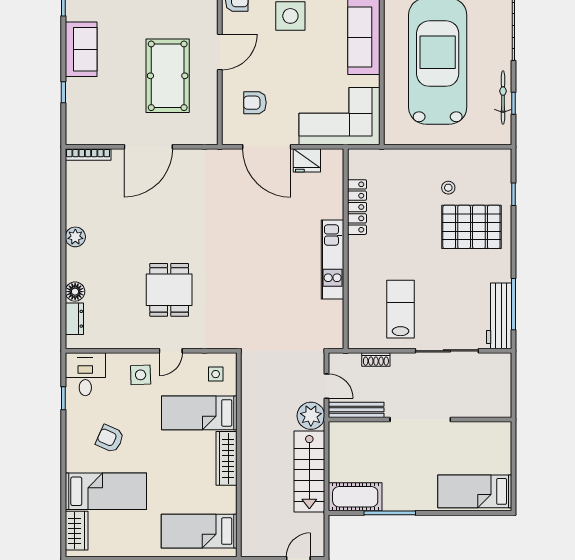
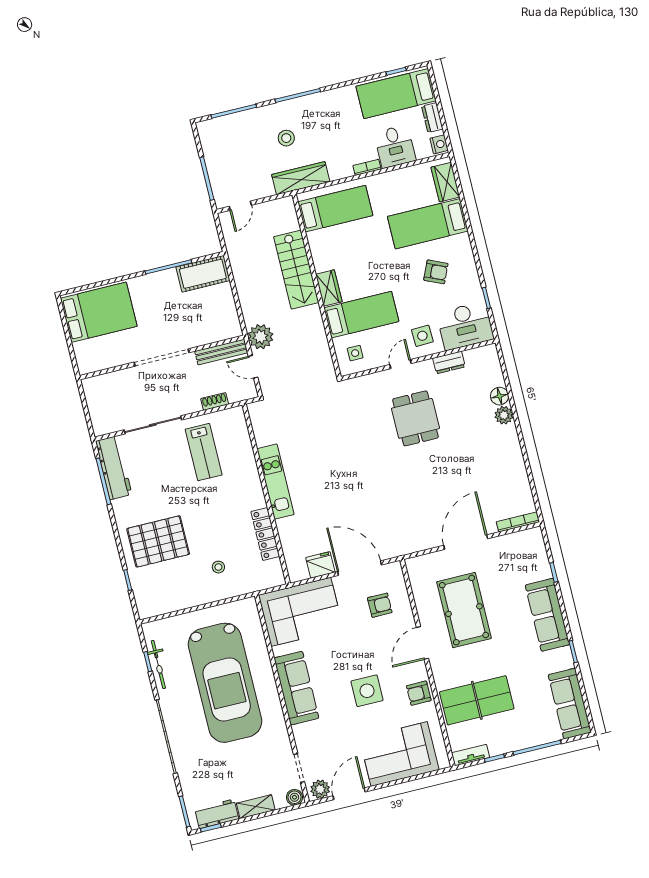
sofa: (81, 49) -> (547, 615), width x1.36
stool: (448, 188) -> (218, 567), moved
plant: (75, 237) -> (504, 415), moved
dresser: (74, 319) -> (449, 363), moved, turned -90
desk: (85, 374) -> (465, 326), width x1.37
wardrobe: (227, 458) -> (329, 288), width x0.67
stairs: (309, 472) -> (296, 270), moved, turned 180
bed: (475, 491) -> (99, 312), width x1.50

